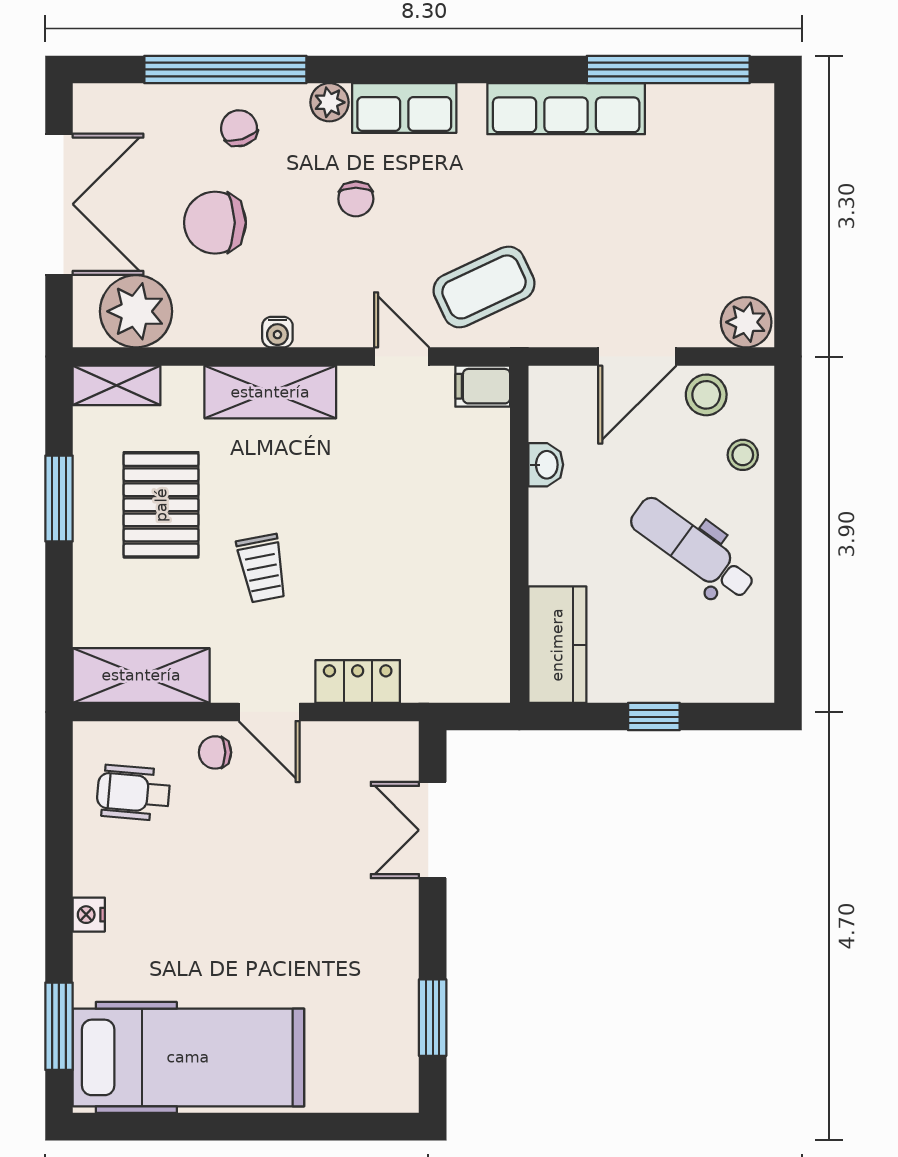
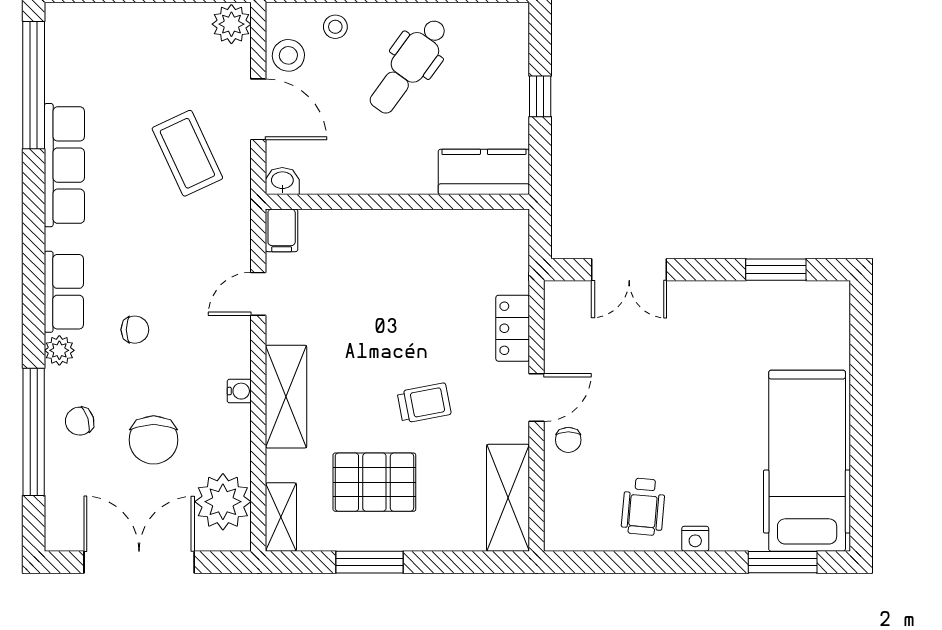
coffee table: (484, 287) -> (187, 153), moved
washbasin: (546, 465) -> (282, 181), moved
wheelchair: (133, 793) -> (643, 507), moved

